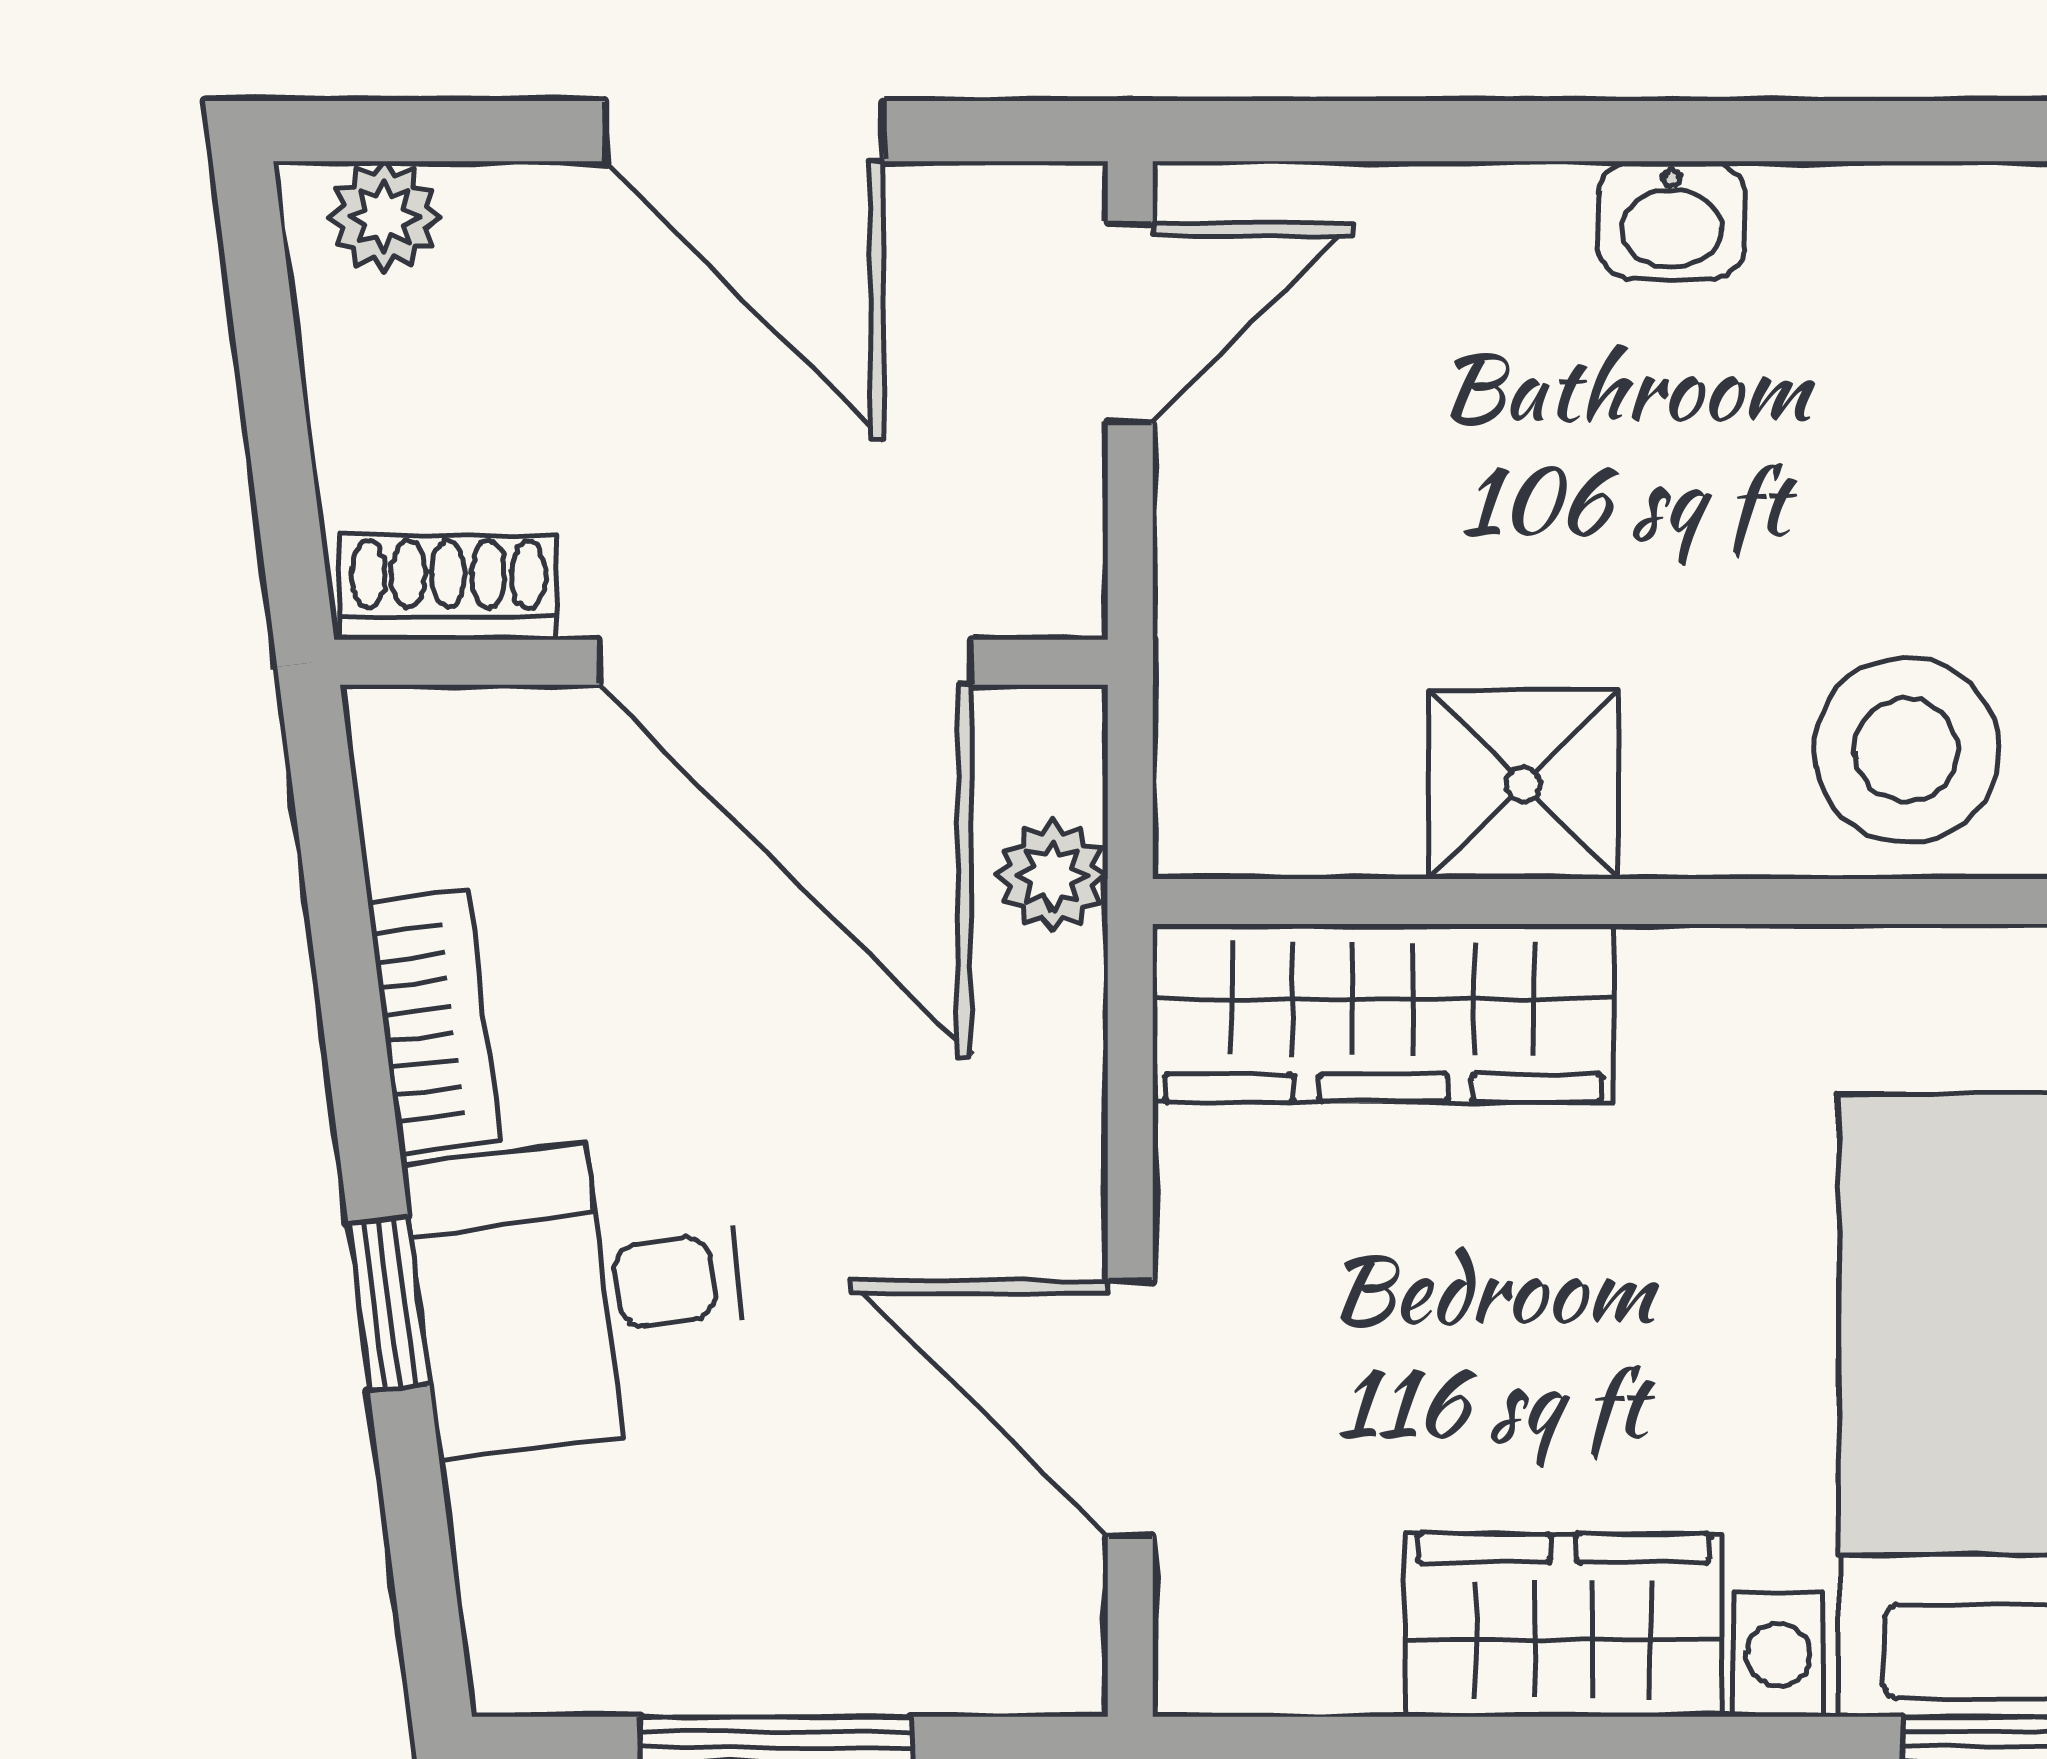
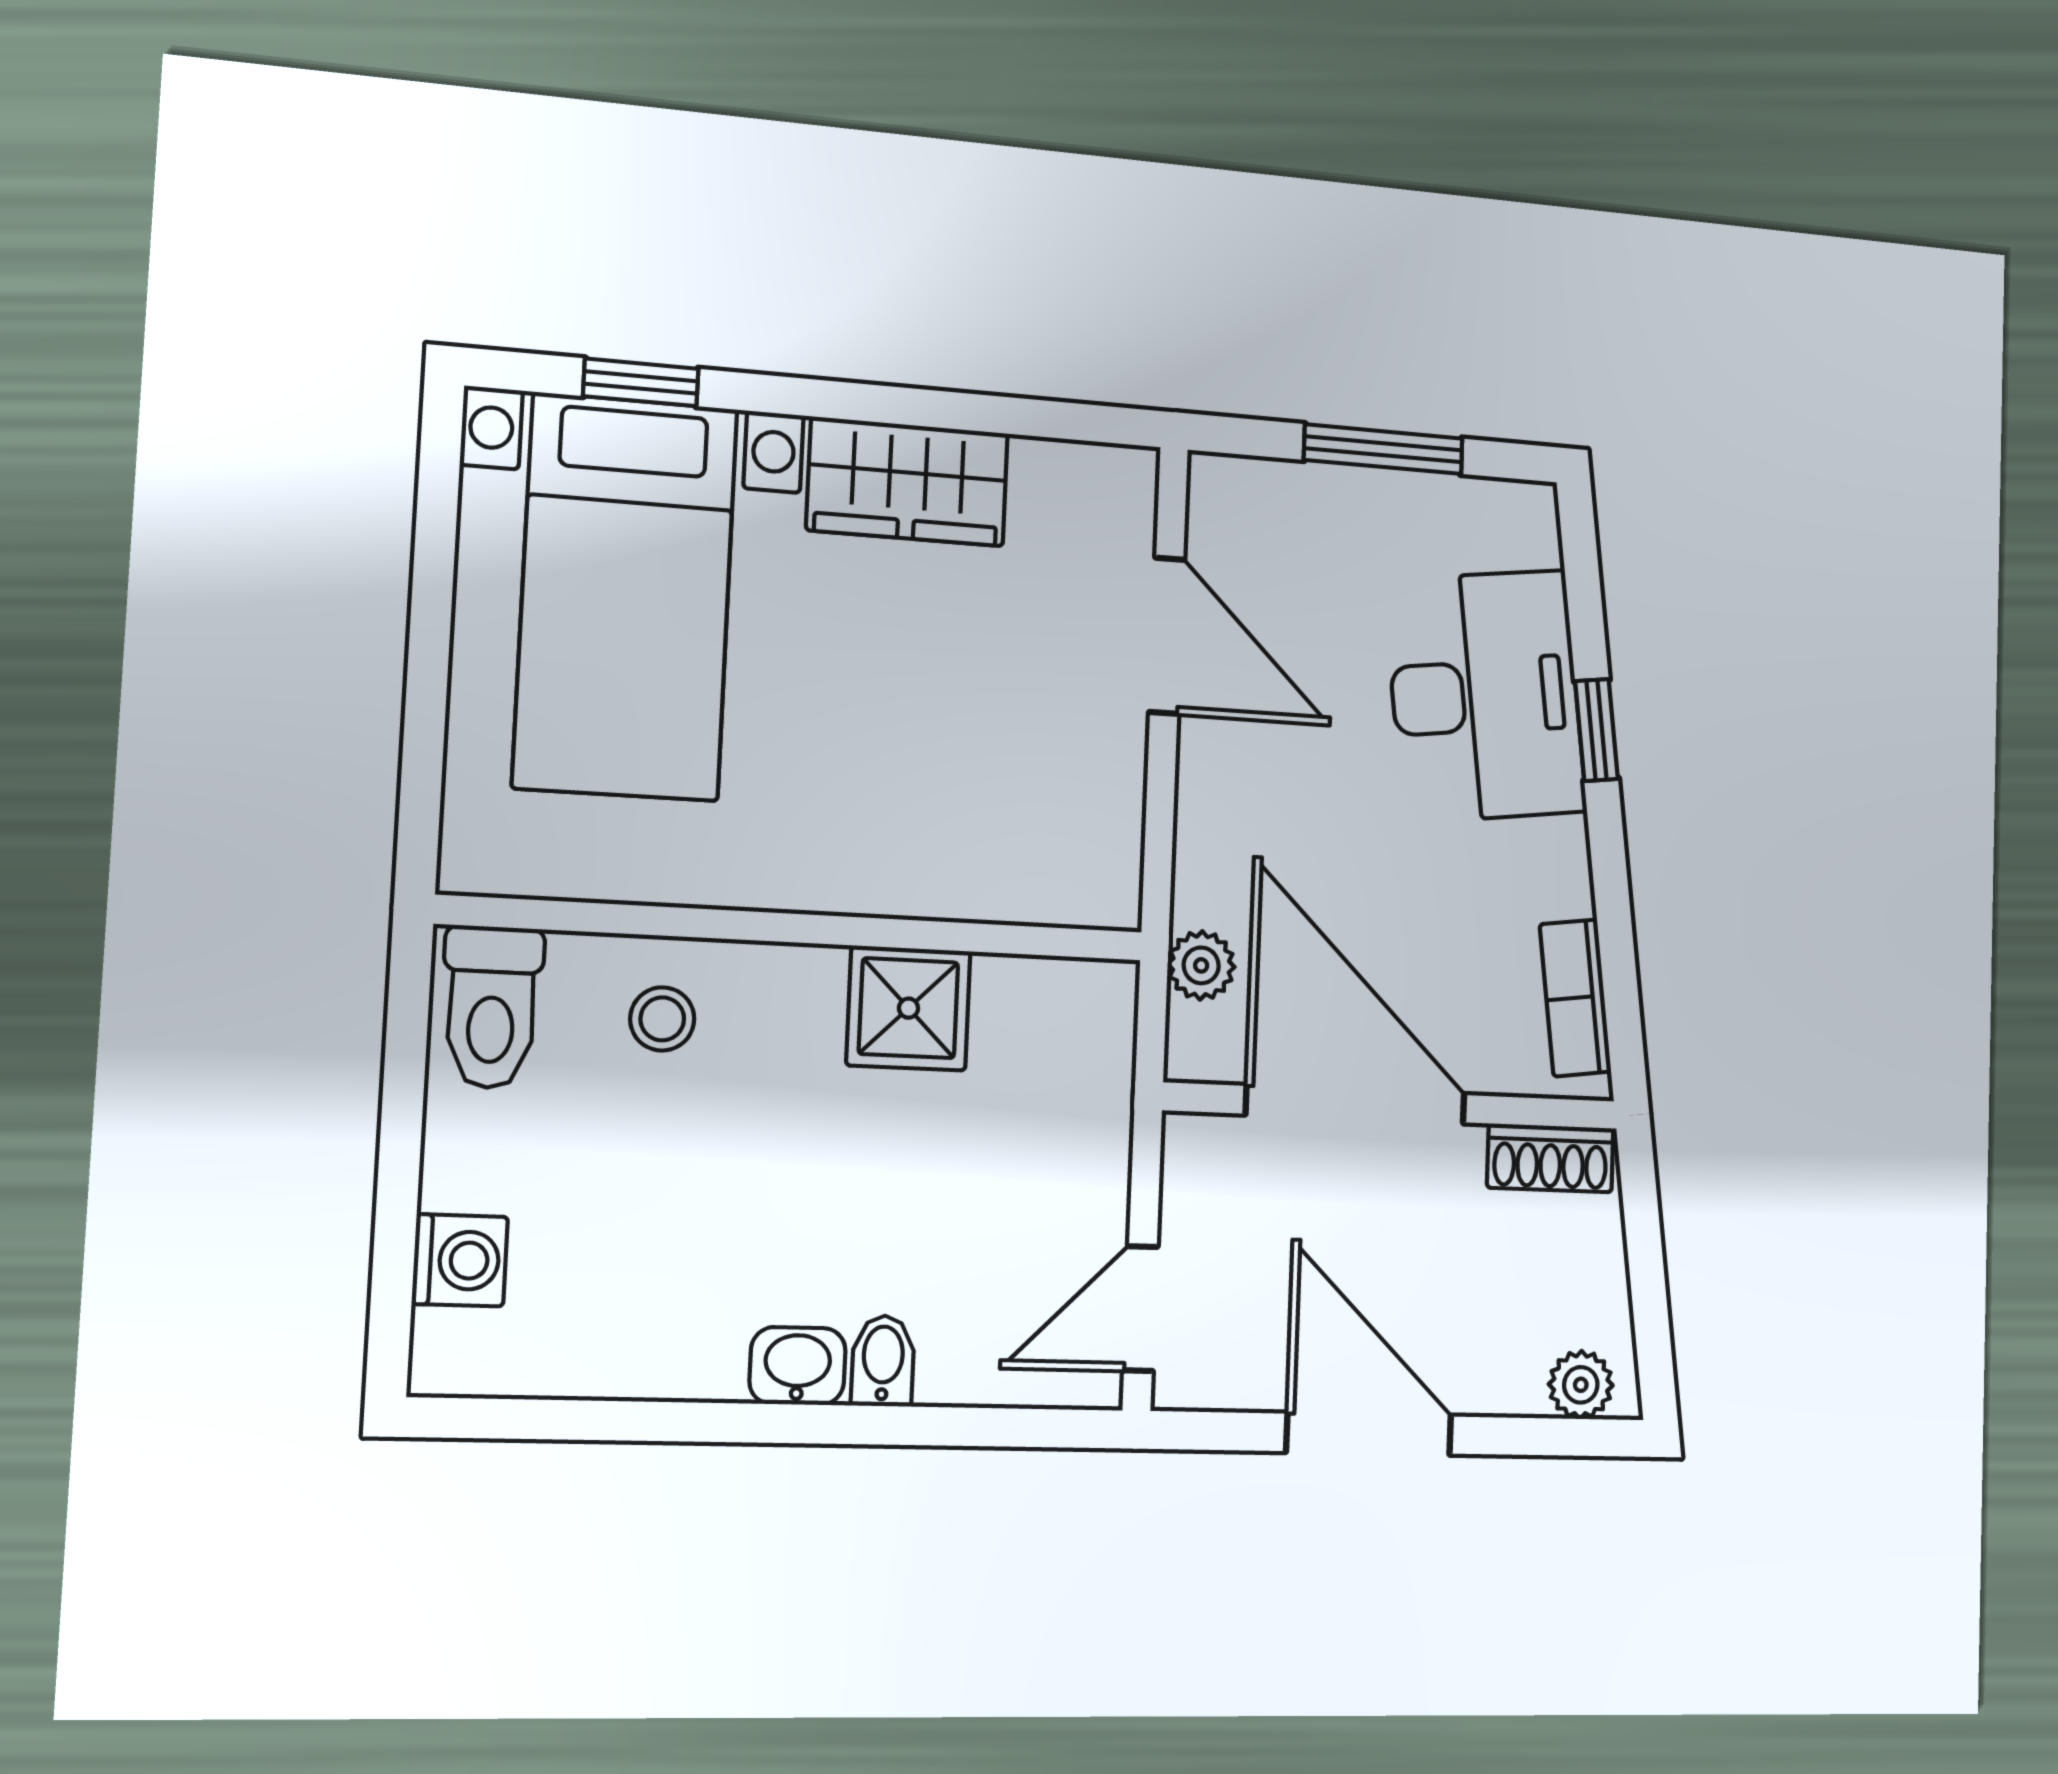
bidet: (1539, 231) -> (883, 1361), added
stool: (1907, 750) -> (662, 1019), width x0.53, depth x0.53
wardrobe: (1383, 1013) -> (1003, 869), removed
bookcase: (434, 1022) -> (1575, 998), moved
desk: (579, 1293) -> (1485, 696), width x1.37

